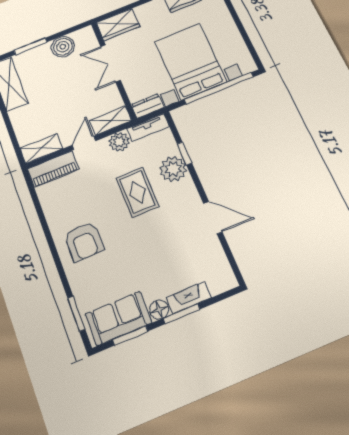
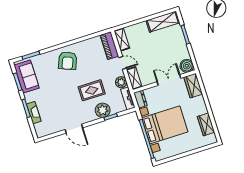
boiler: (63, 47) -> (187, 66), moved
door: (213, 218) -> (74, 129), hinge flipped
armchair: (84, 242) -> (68, 61), turned -68
floor lamp: (159, 310) -> (29, 97), removed

